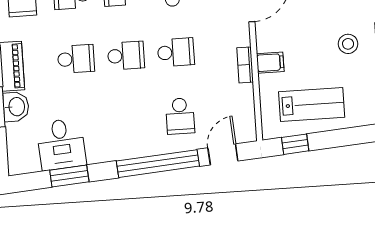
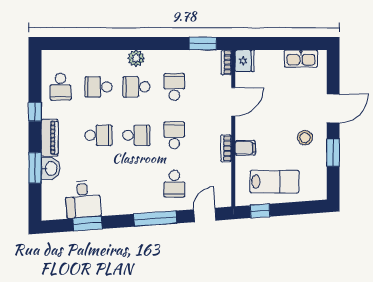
school desk: (176, 52) -> (174, 135), turned -90
window: (158, 164) -> (155, 219), width x0.68

